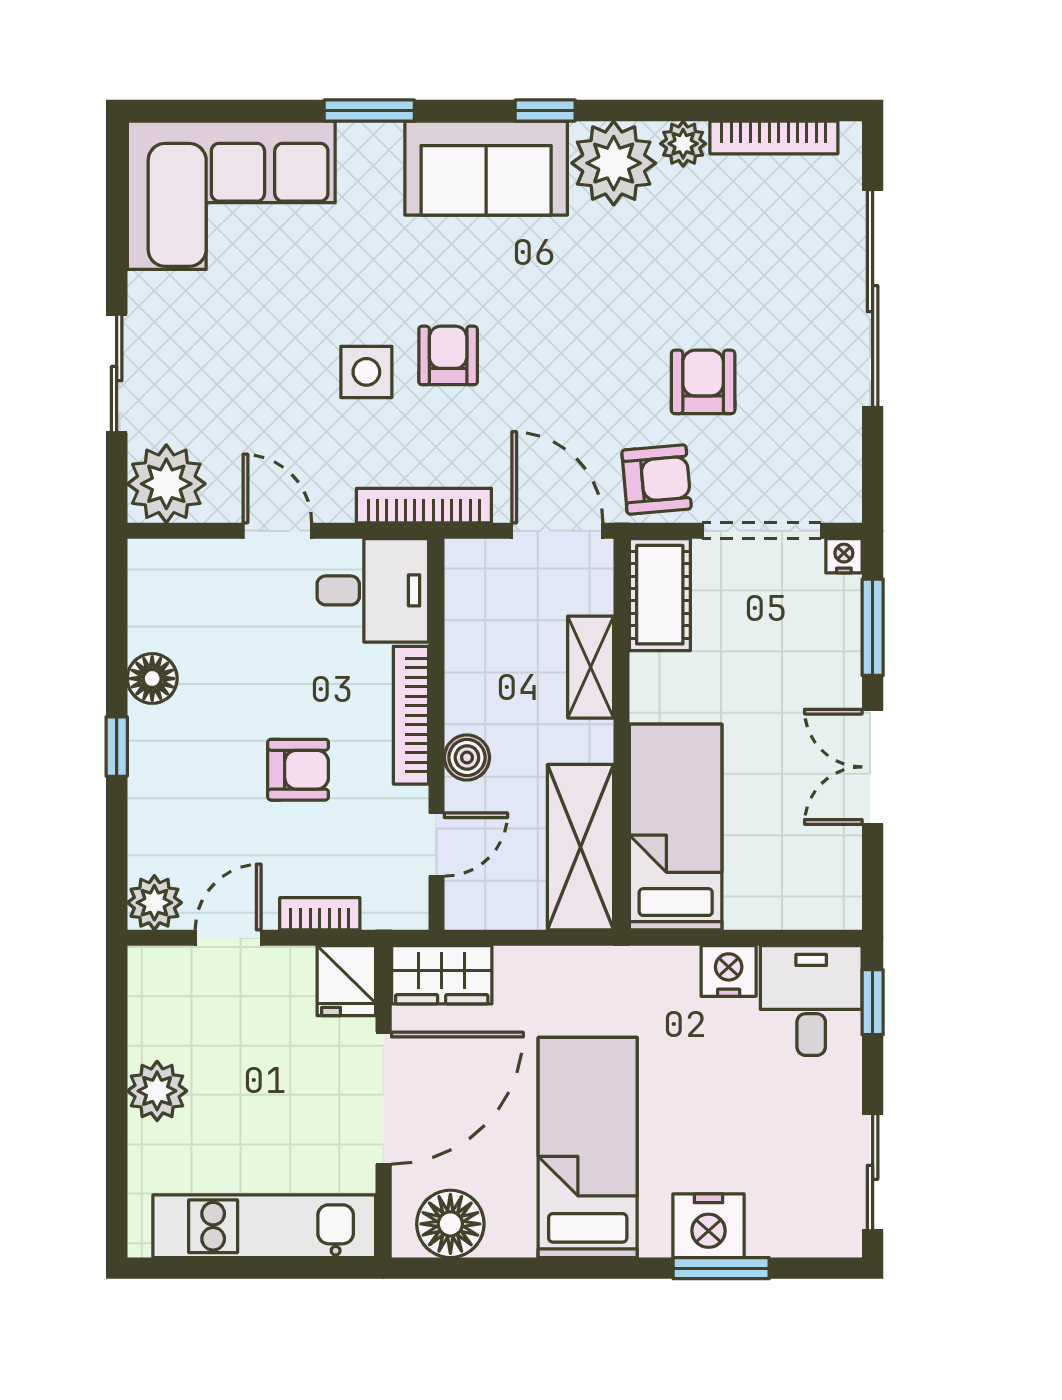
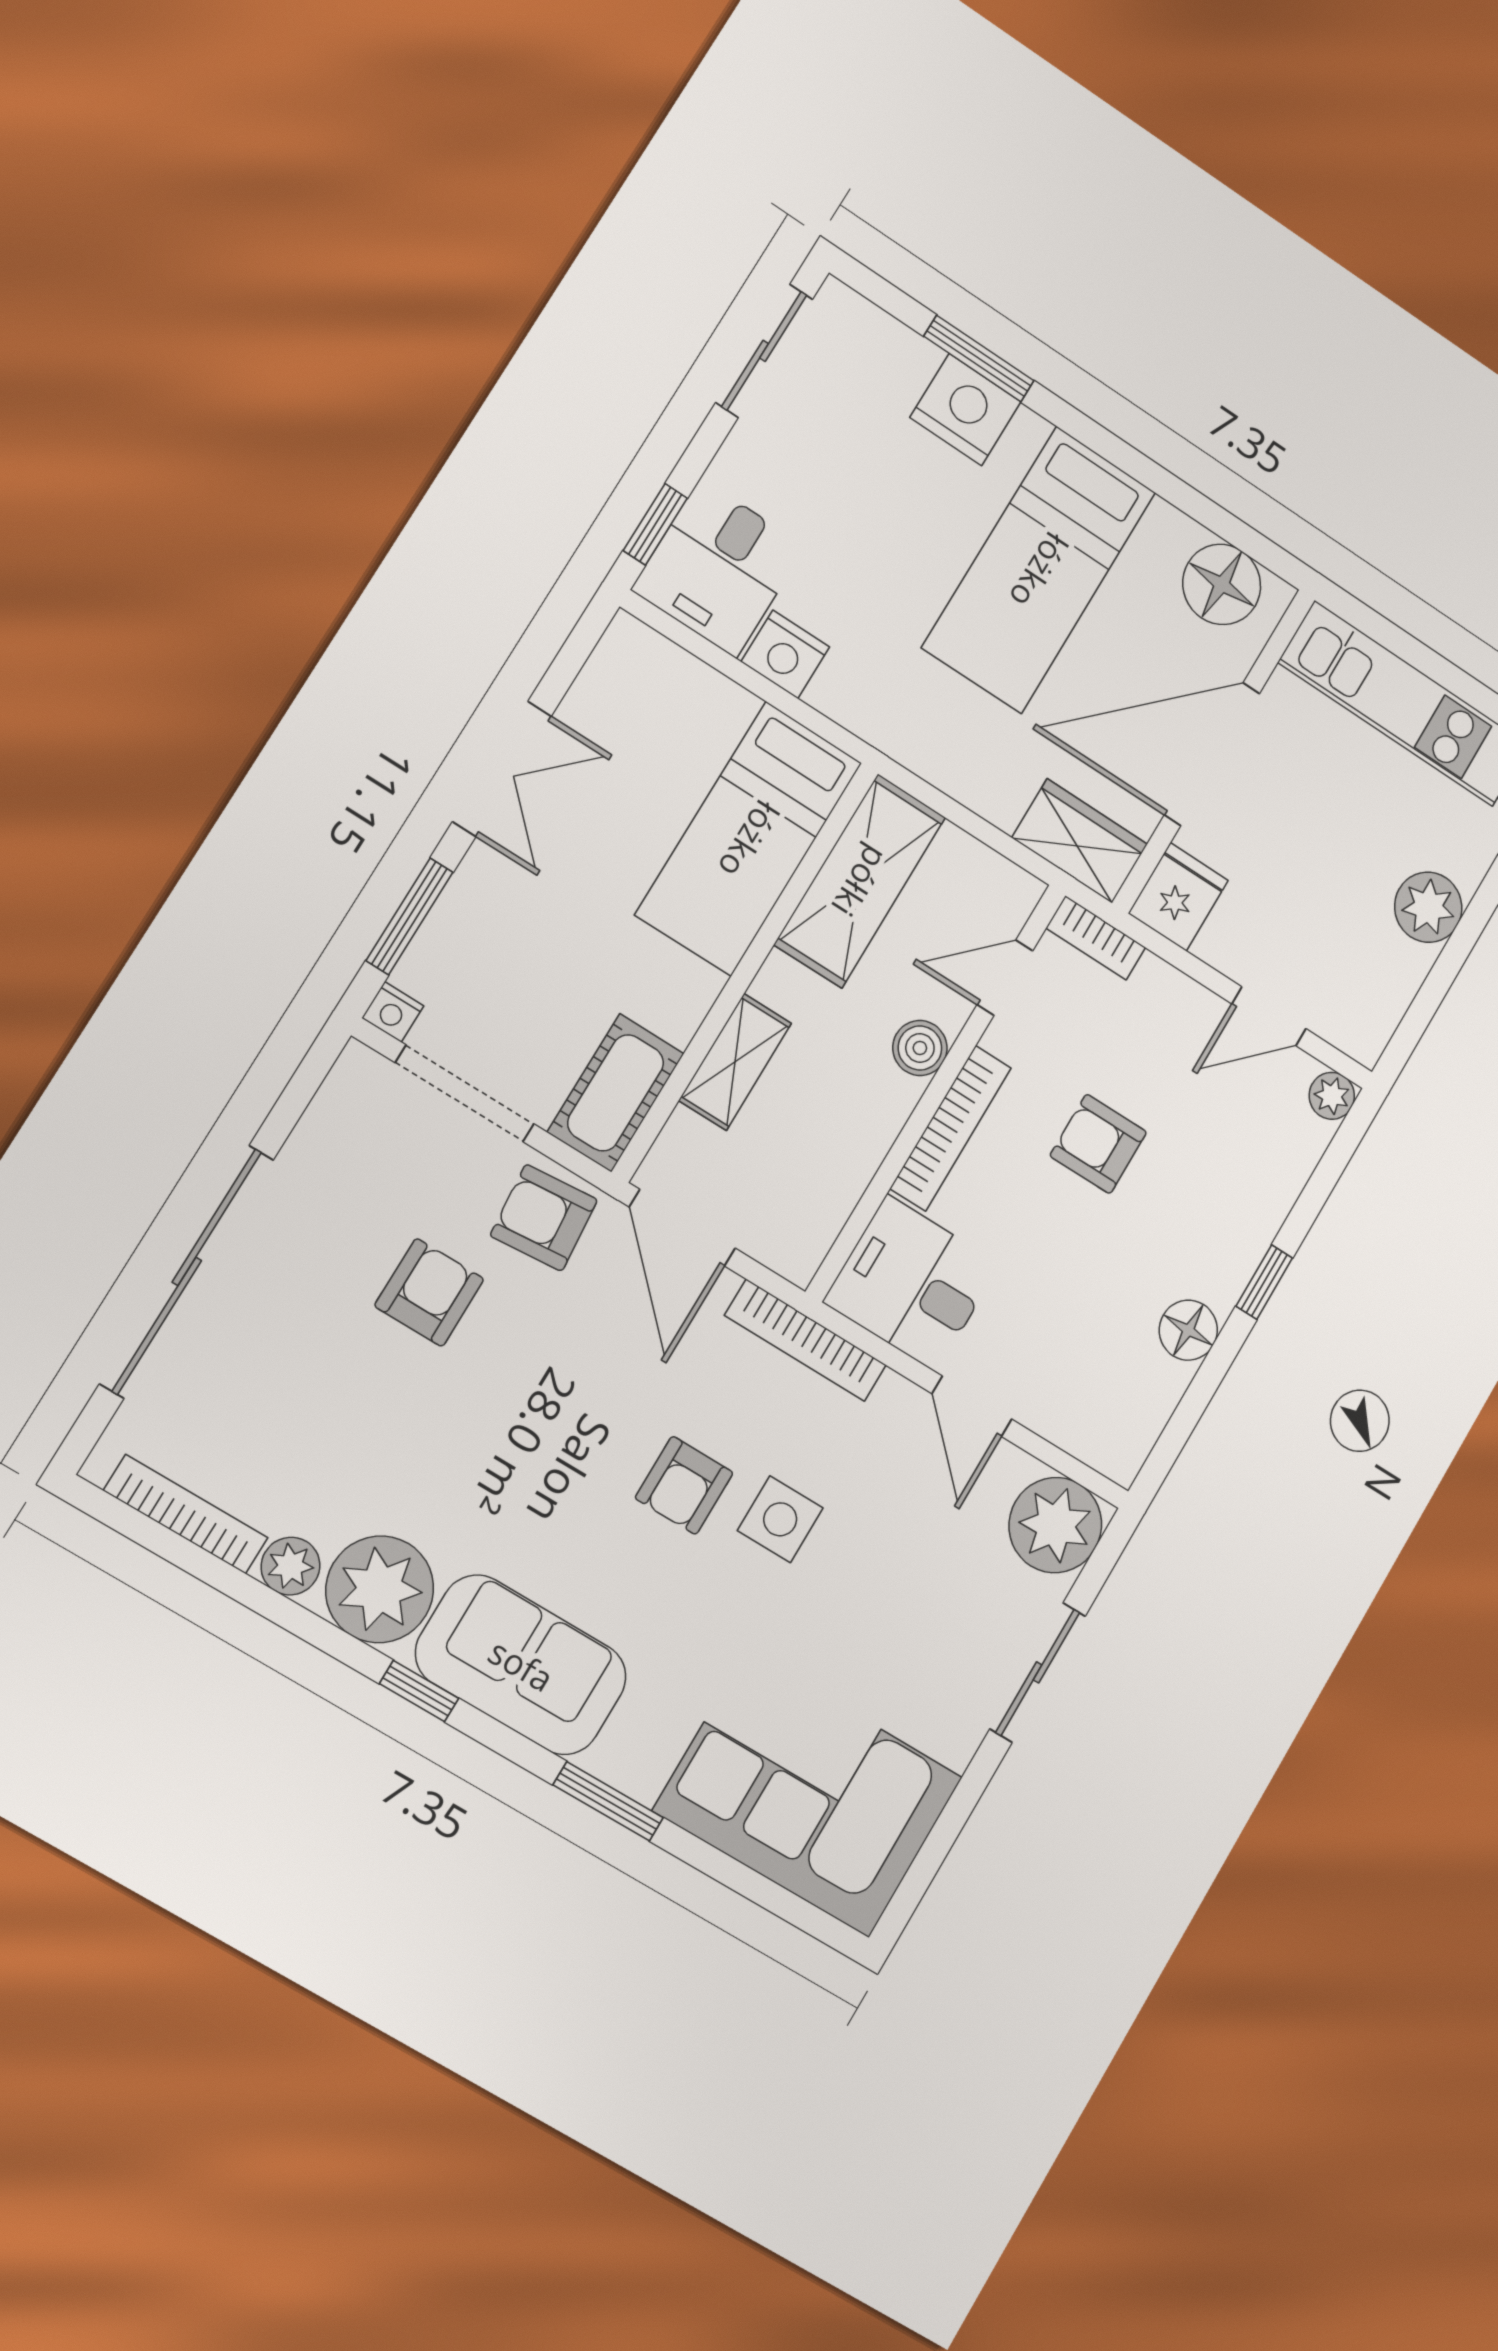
armchair: (703, 382) -> (429, 1292), turned 180
plant: (154, 903) -> (1332, 1096), width x0.73, depth x0.73
bookcase: (320, 914) -> (1096, 938), moved

